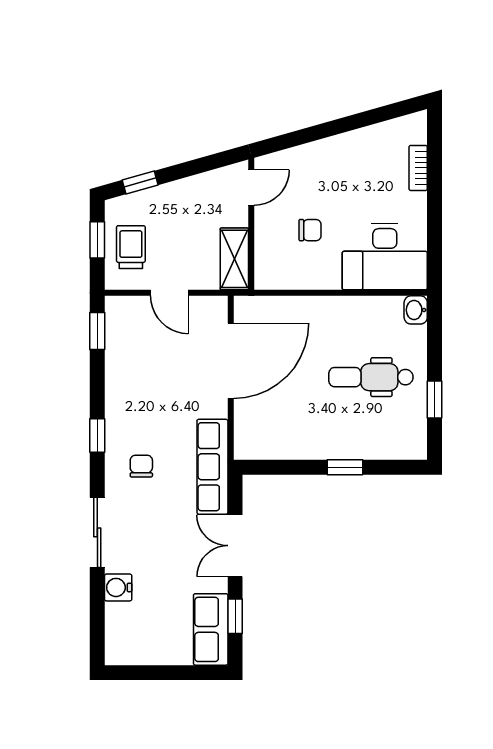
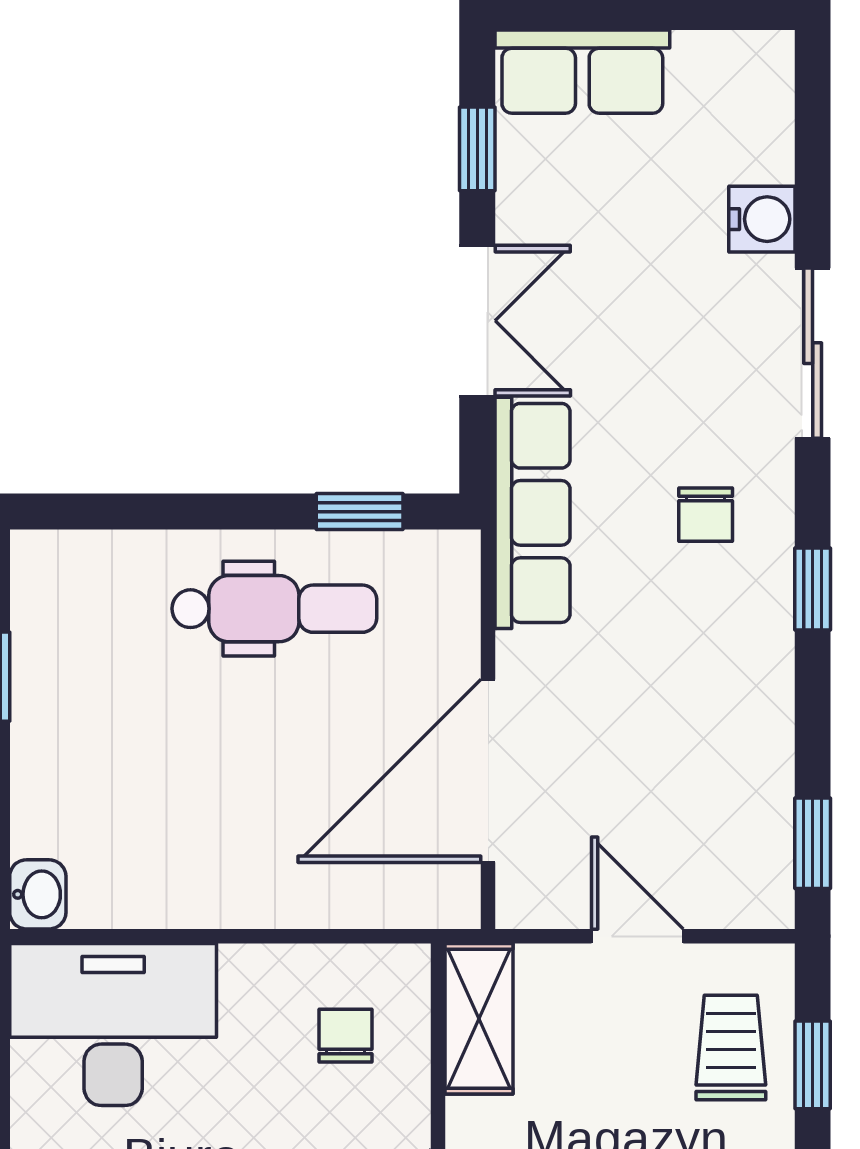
chair: (310, 230) -> (346, 1036), moved, turned 90
trolley: (131, 247) -> (731, 1047), turned 180
dental chair: (371, 377) -> (274, 609), moved
window: (345, 467) -> (360, 512), moved
row of seats: (211, 629) -> (582, 72), moved, turned 90

